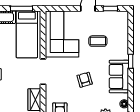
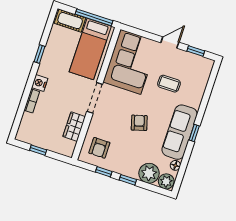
window: (22, 8) -> (94, 17), width x1.44
window: (131, 61) -> (194, 133), moved
sofa: (119, 76) -> (180, 132), width x1.36

